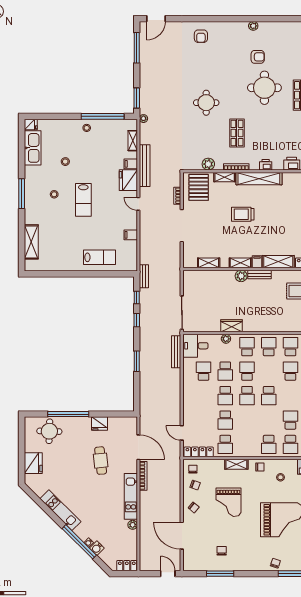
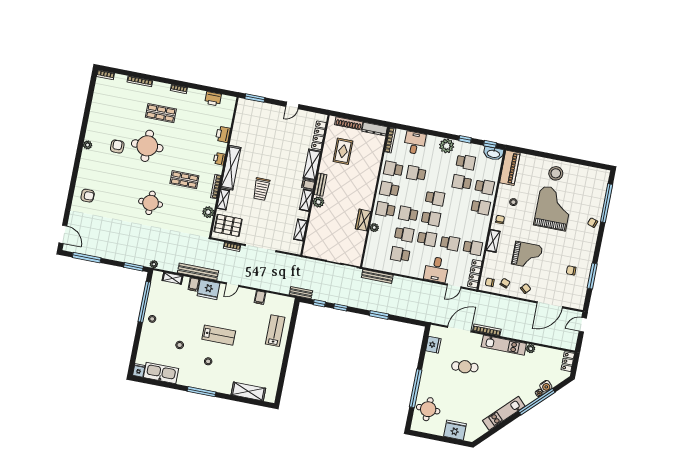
desk: (195, 346) -> (436, 269), moved
fridge: (99, 424) -> (433, 345), moved

